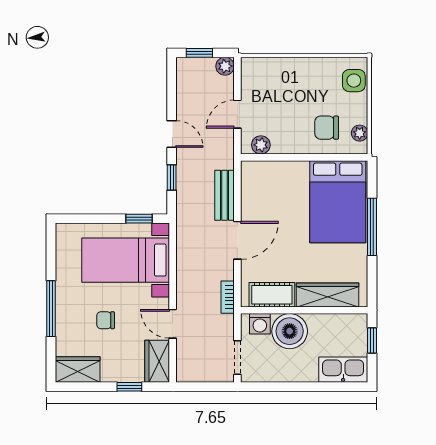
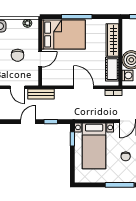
chair: (327, 128) -> (18, 55), moved
plant: (261, 145) -> (34, 75), removed
door: (291, 157) -> (40, 59), added
bench: (225, 195) -> (41, 94), moved

